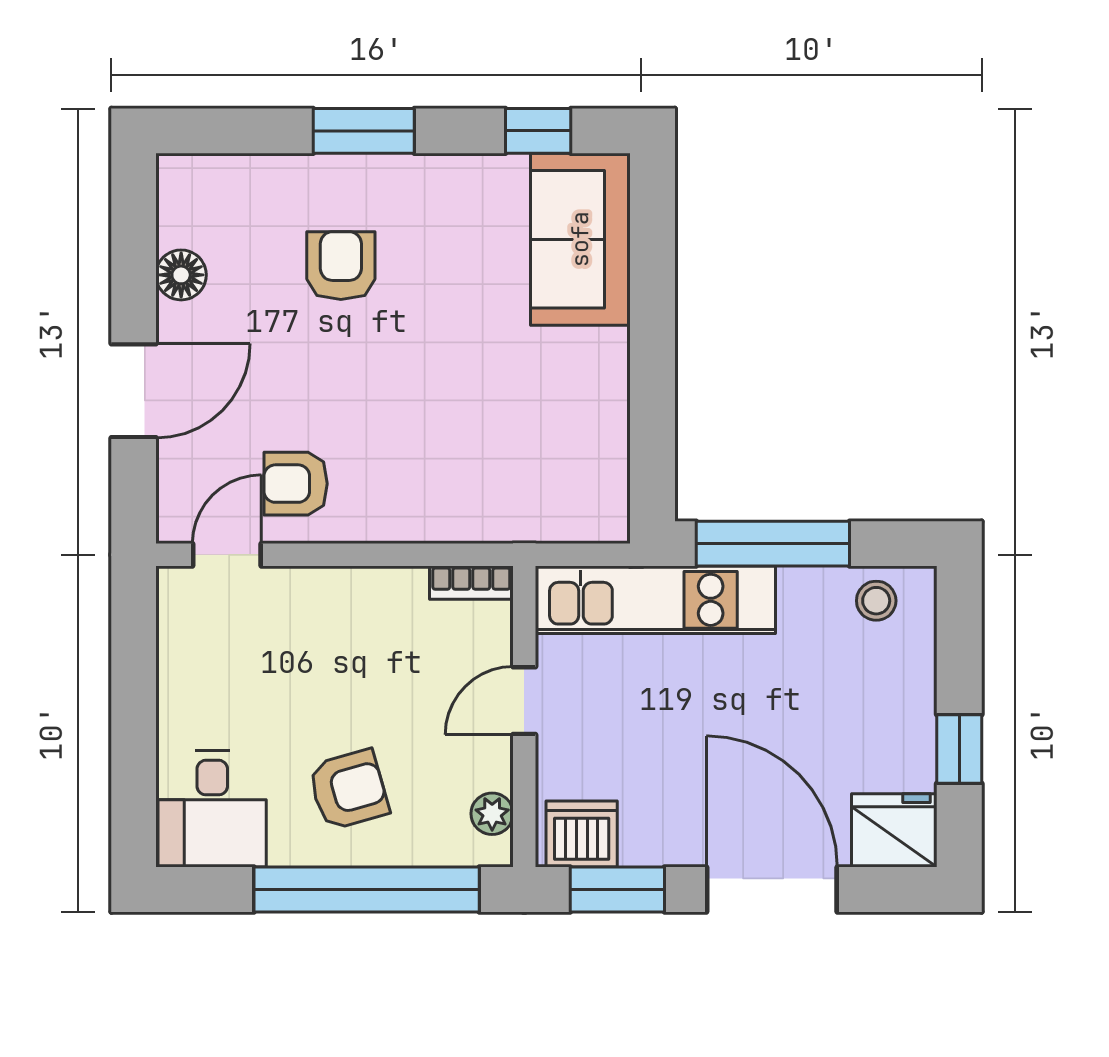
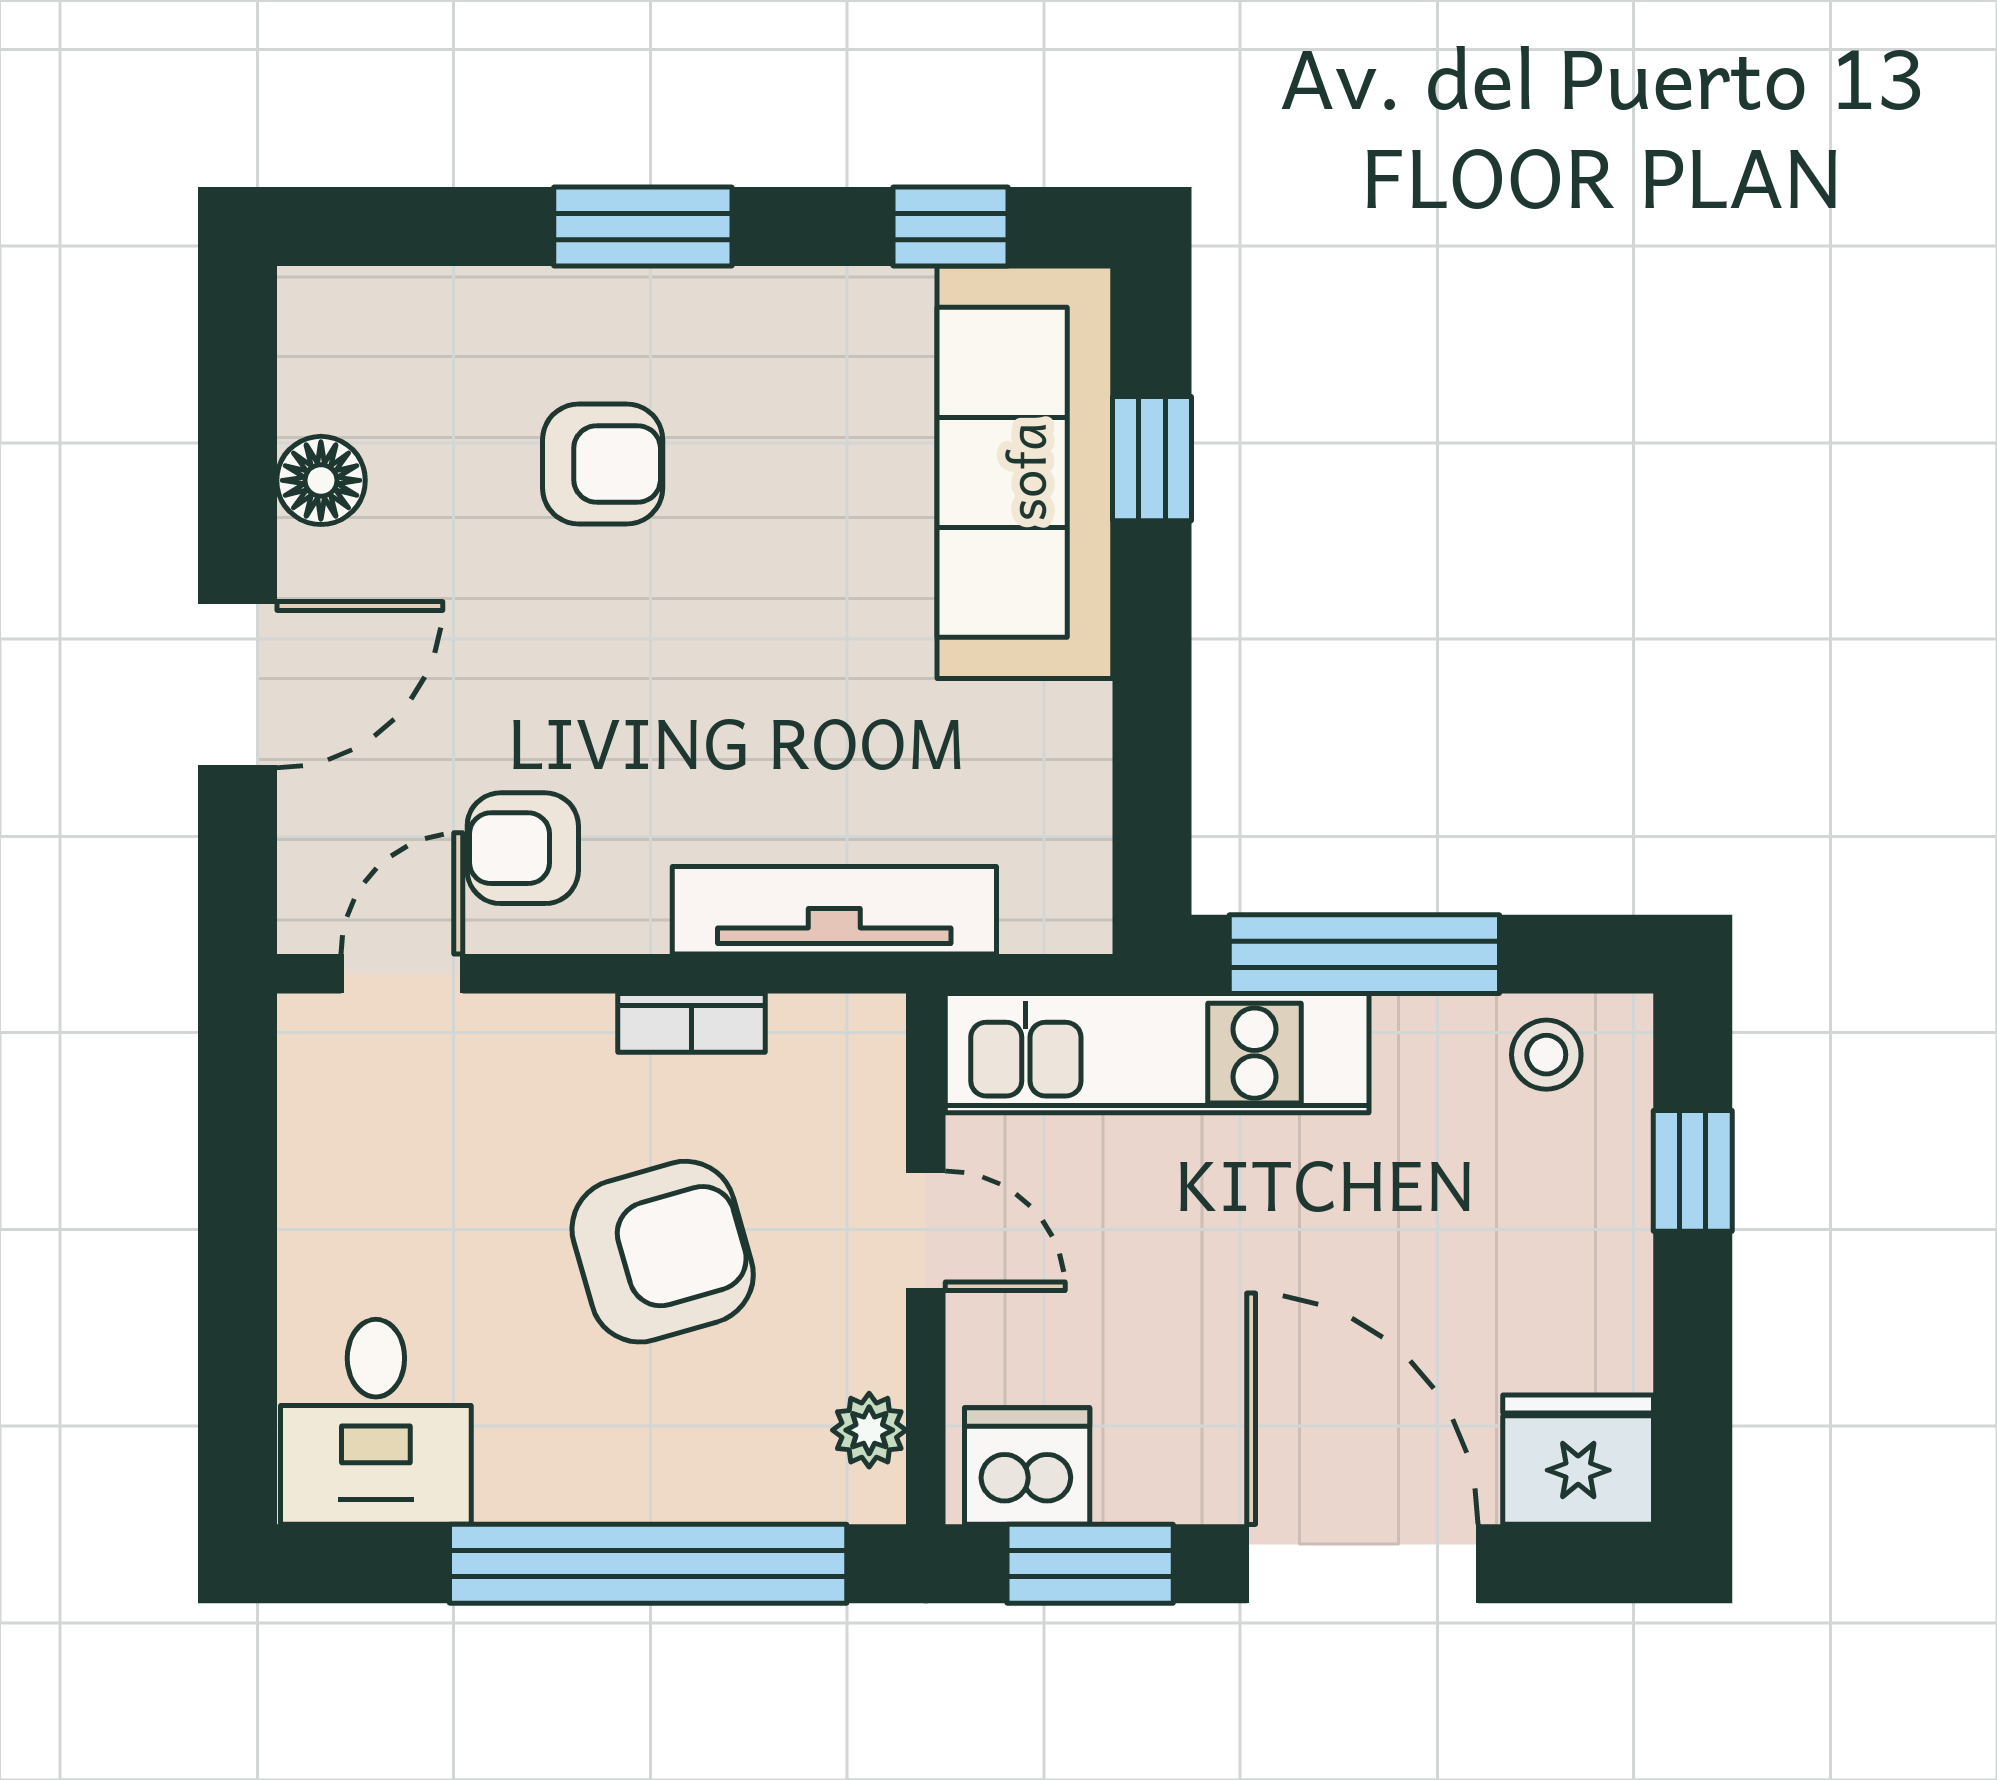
sofa: (580, 239) -> (1025, 472), width x1.36
window: (652, 263) -> (1152, 459), added
armchair: (341, 266) -> (603, 464), turned 90
tv unit: (472, 519) -> (834, 910), added
bookcase: (471, 583) -> (692, 1023), moved
door: (524, 701) -> (926, 1231), swing flipped
window: (959, 749) -> (1693, 1171), moved
armchair: (349, 790) -> (663, 1252), moved, width x1.38, depth x1.38

